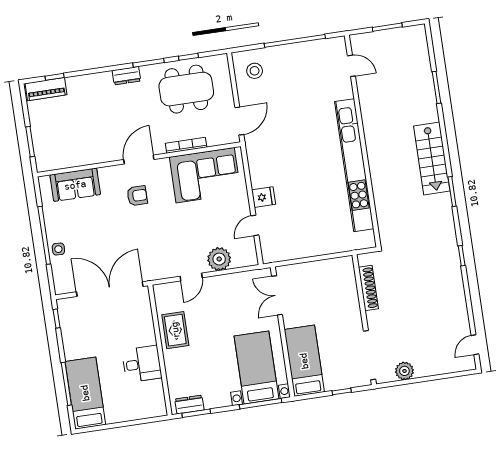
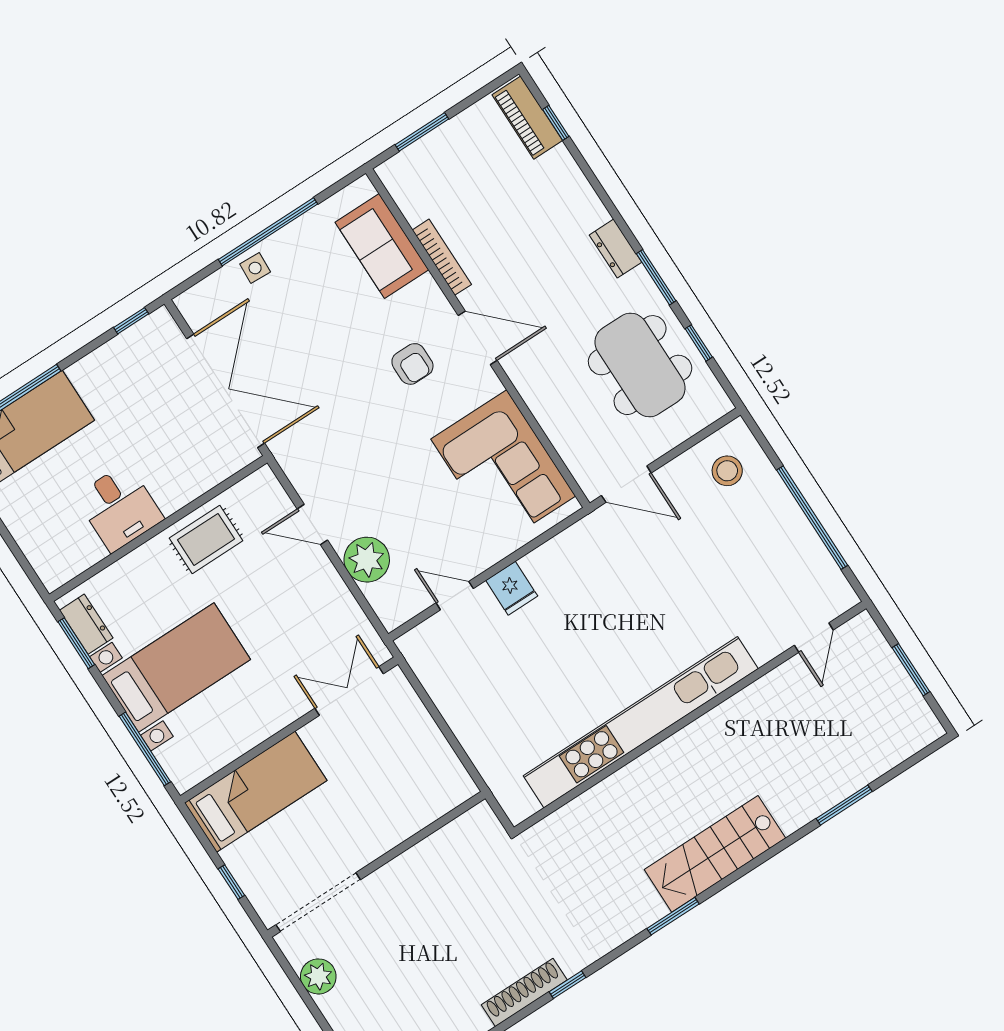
bookcase: (186, 145) -> (442, 257), moved
shoe rack: (368, 288) -> (524, 992), moved, turned 180
bed with nightstands: (256, 367) -> (176, 668), moved

